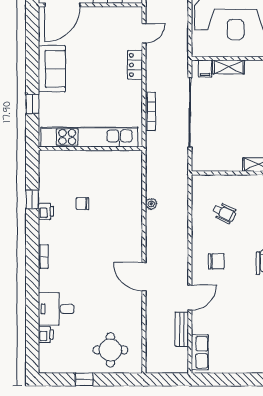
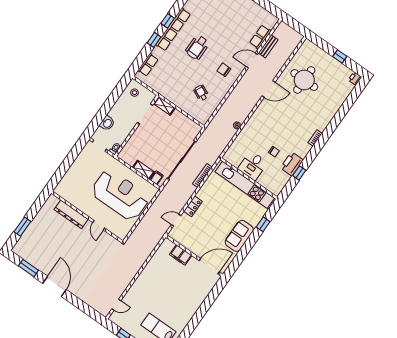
printer: (46, 211) -> (292, 164), width x1.87, depth x1.48
door: (144, 277) -> (269, 89), hinge flipped
desk: (56, 309) -> (253, 166), moved, turned 90
printer: (46, 335) -> (355, 79), moved
round table: (110, 350) -> (304, 80), moved, width x1.36, depth x1.36
row of seats: (200, 352) -> (260, 37), moved

